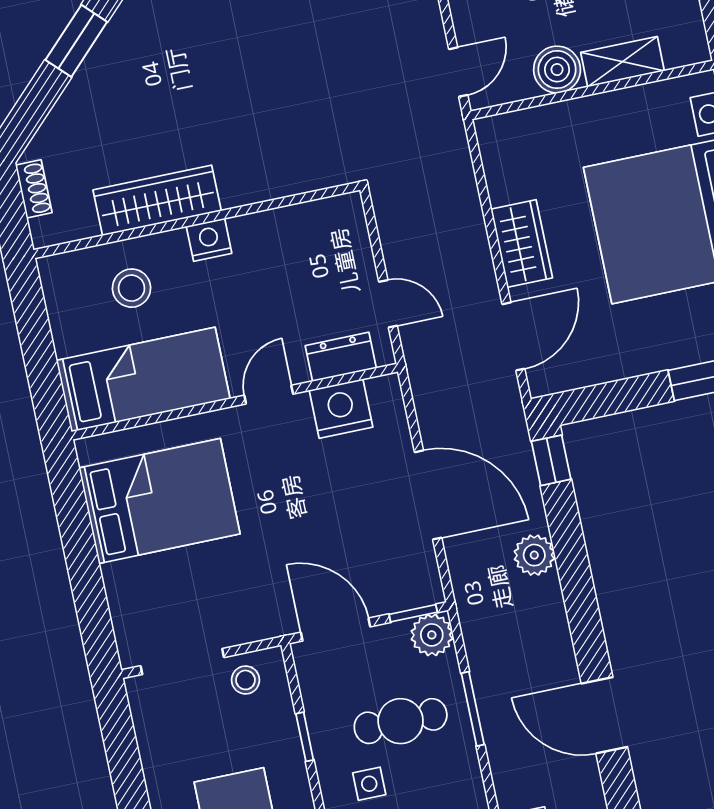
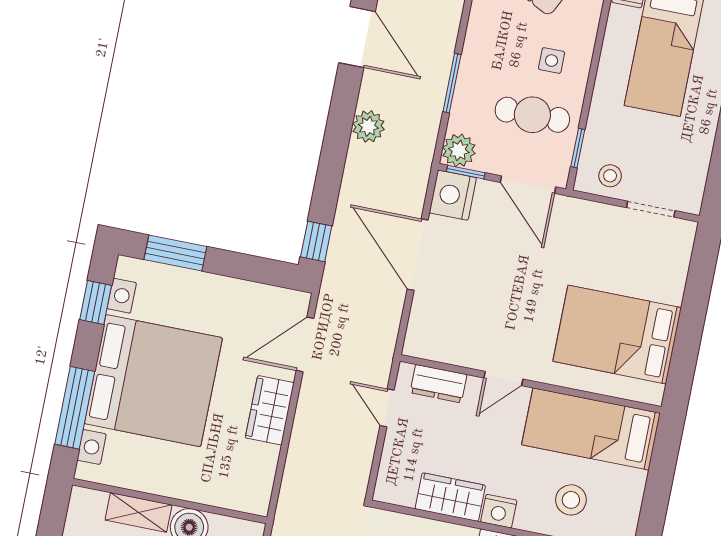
wardrobe: (272, 232) -> (450, 497), added
nightstand: (341, 409) -> (453, 195), moved, turned 90
plant: (534, 555) -> (368, 126), moved
doorway: (182, 662) -> (651, 209), width x0.73
cafe table: (401, 721) -> (532, 115), moved
window: (305, 737) -> (578, 148), moved

